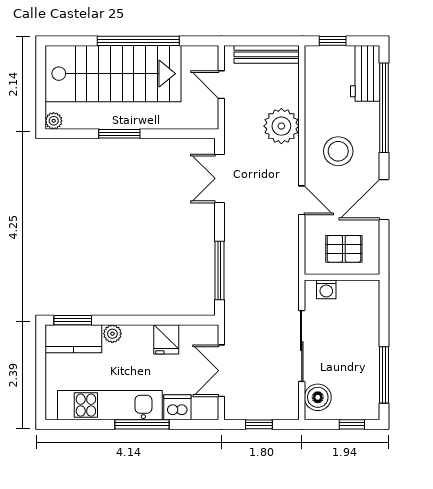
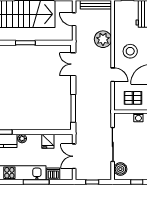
washing machine: (326, 289) -> (138, 117), moved

